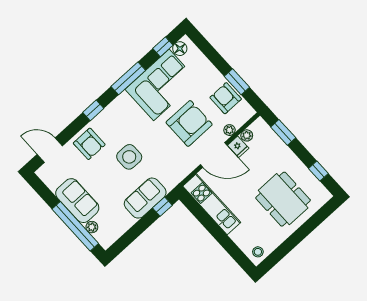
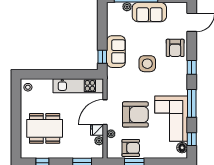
armchair: (189, 123) -> (135, 114), turned -90
armchair: (89, 144) -> (175, 48), turned -90

